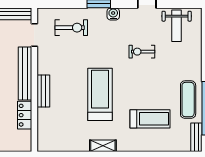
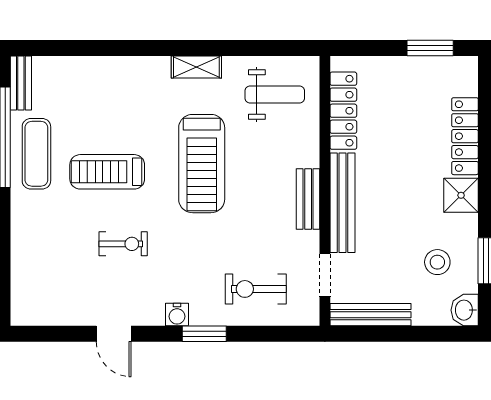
weight bench: (177, 26) -> (275, 95), moved, turned 90
bench: (43, 91) -> (308, 199), moved
locker: (25, 115) -> (343, 111), width x1.53
treadmill: (150, 119) -> (107, 172), moved

